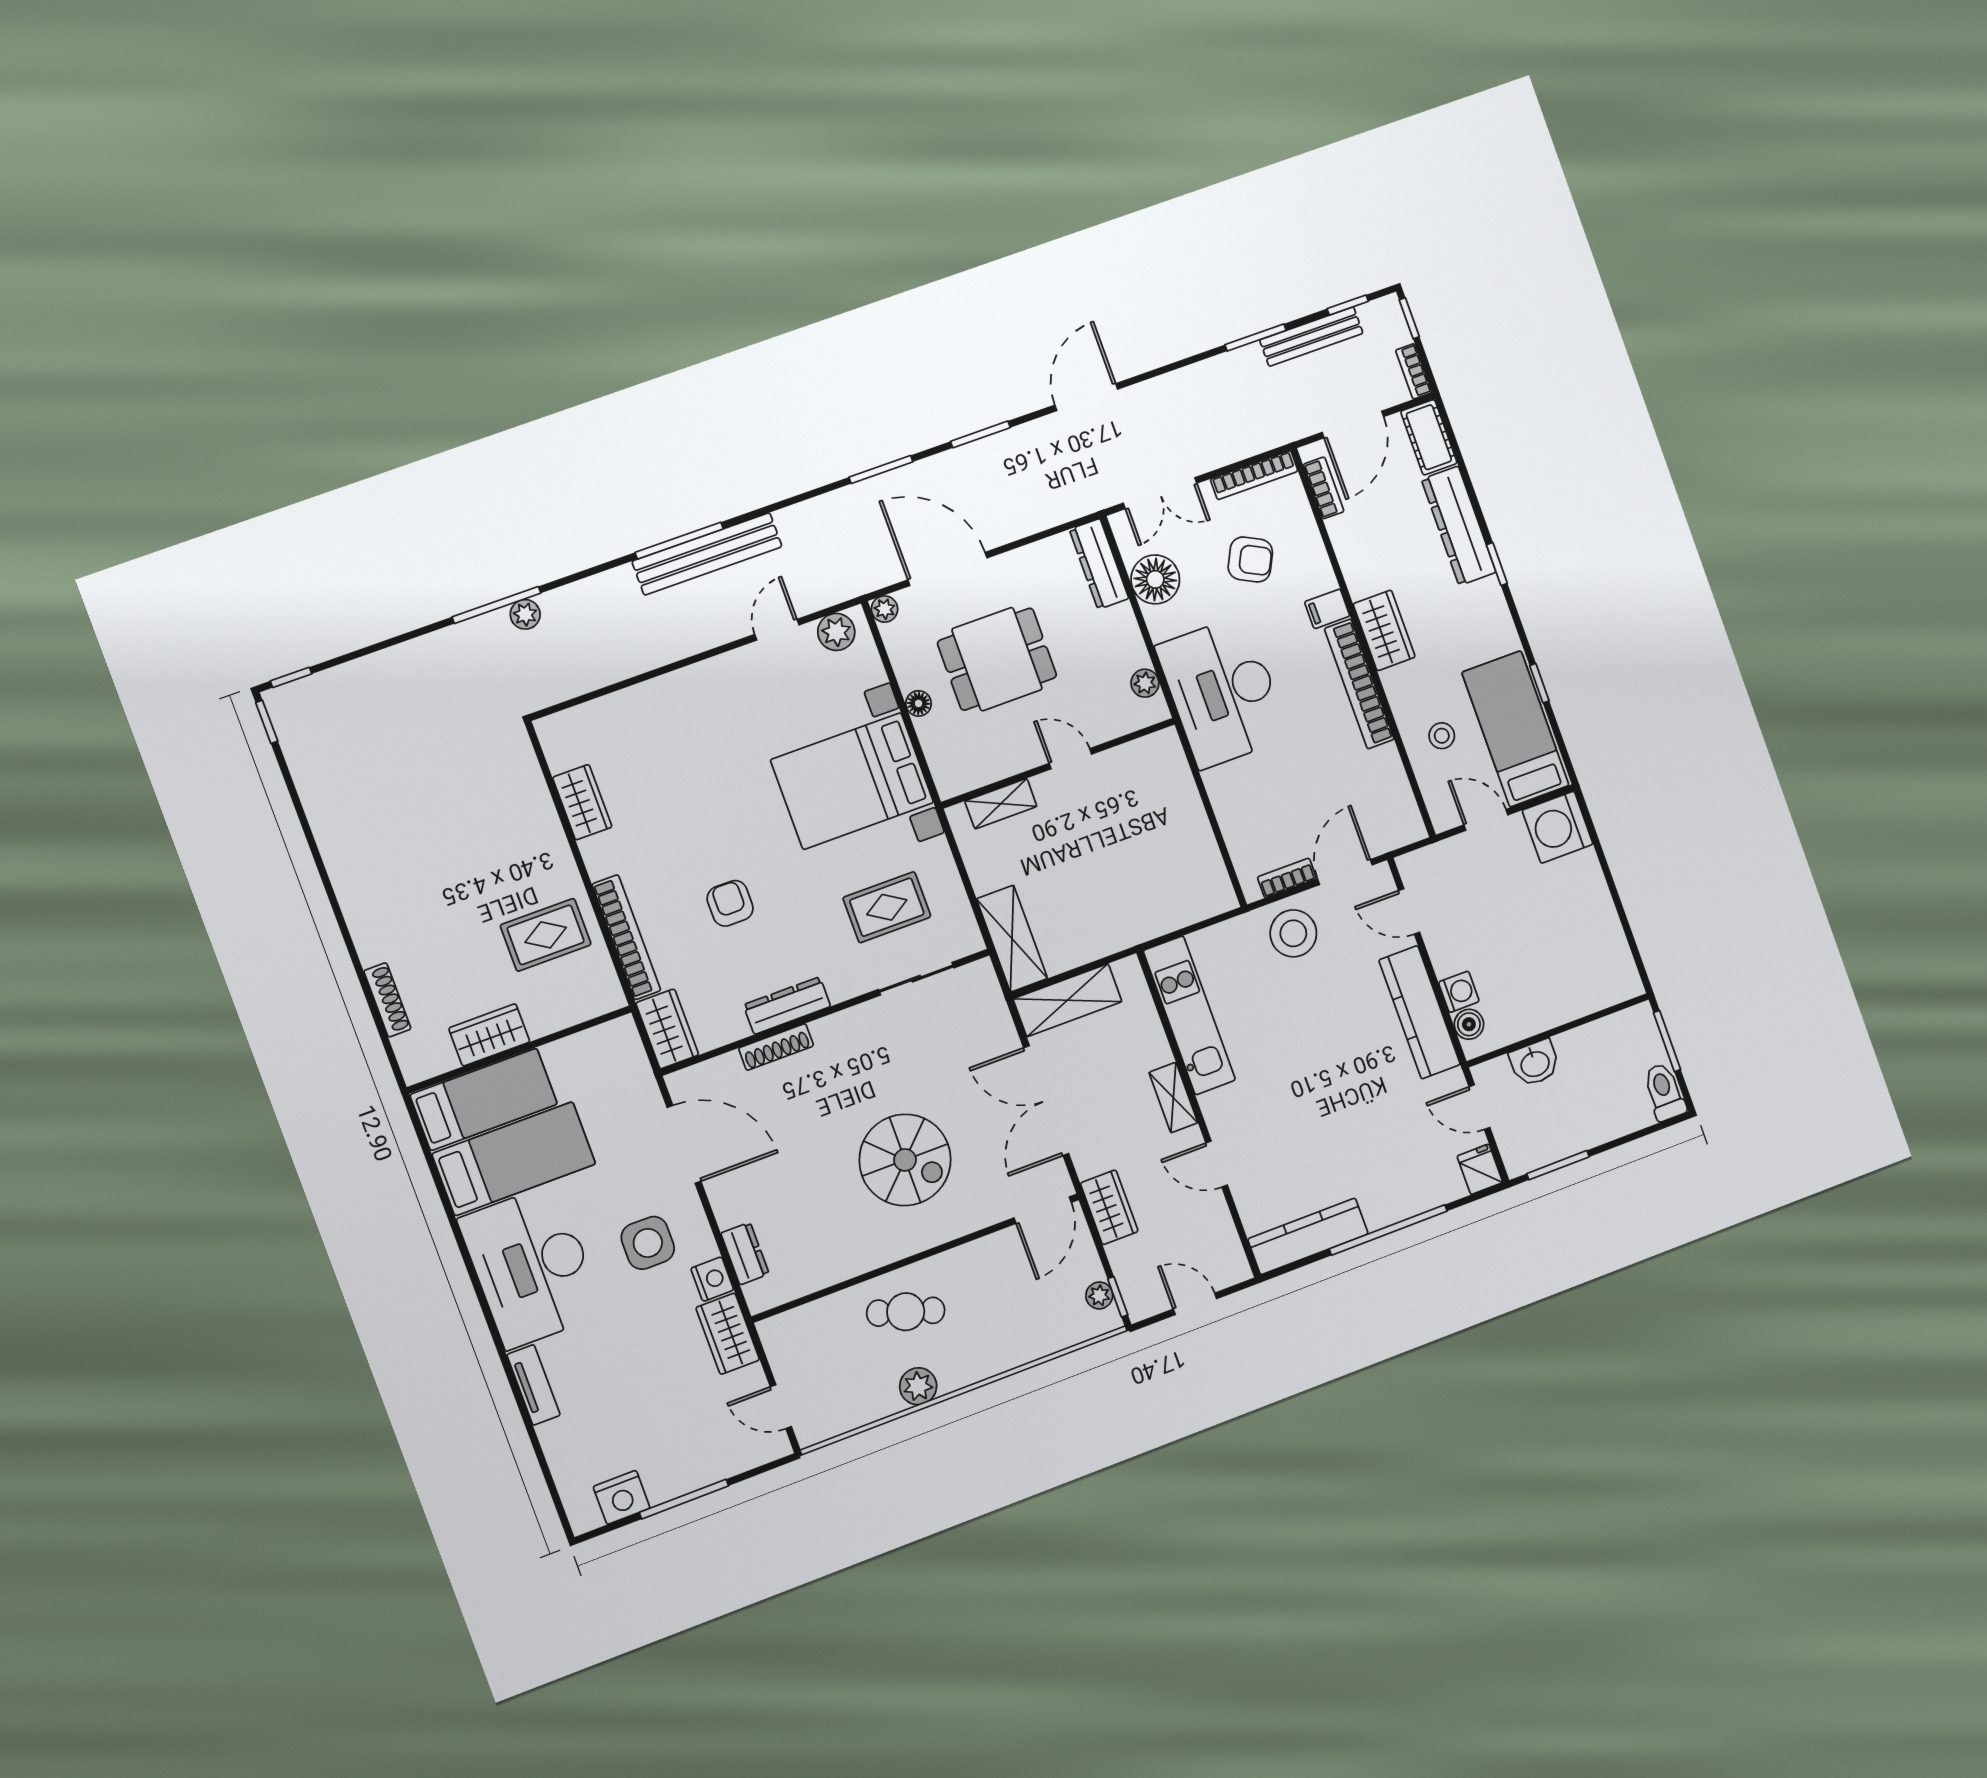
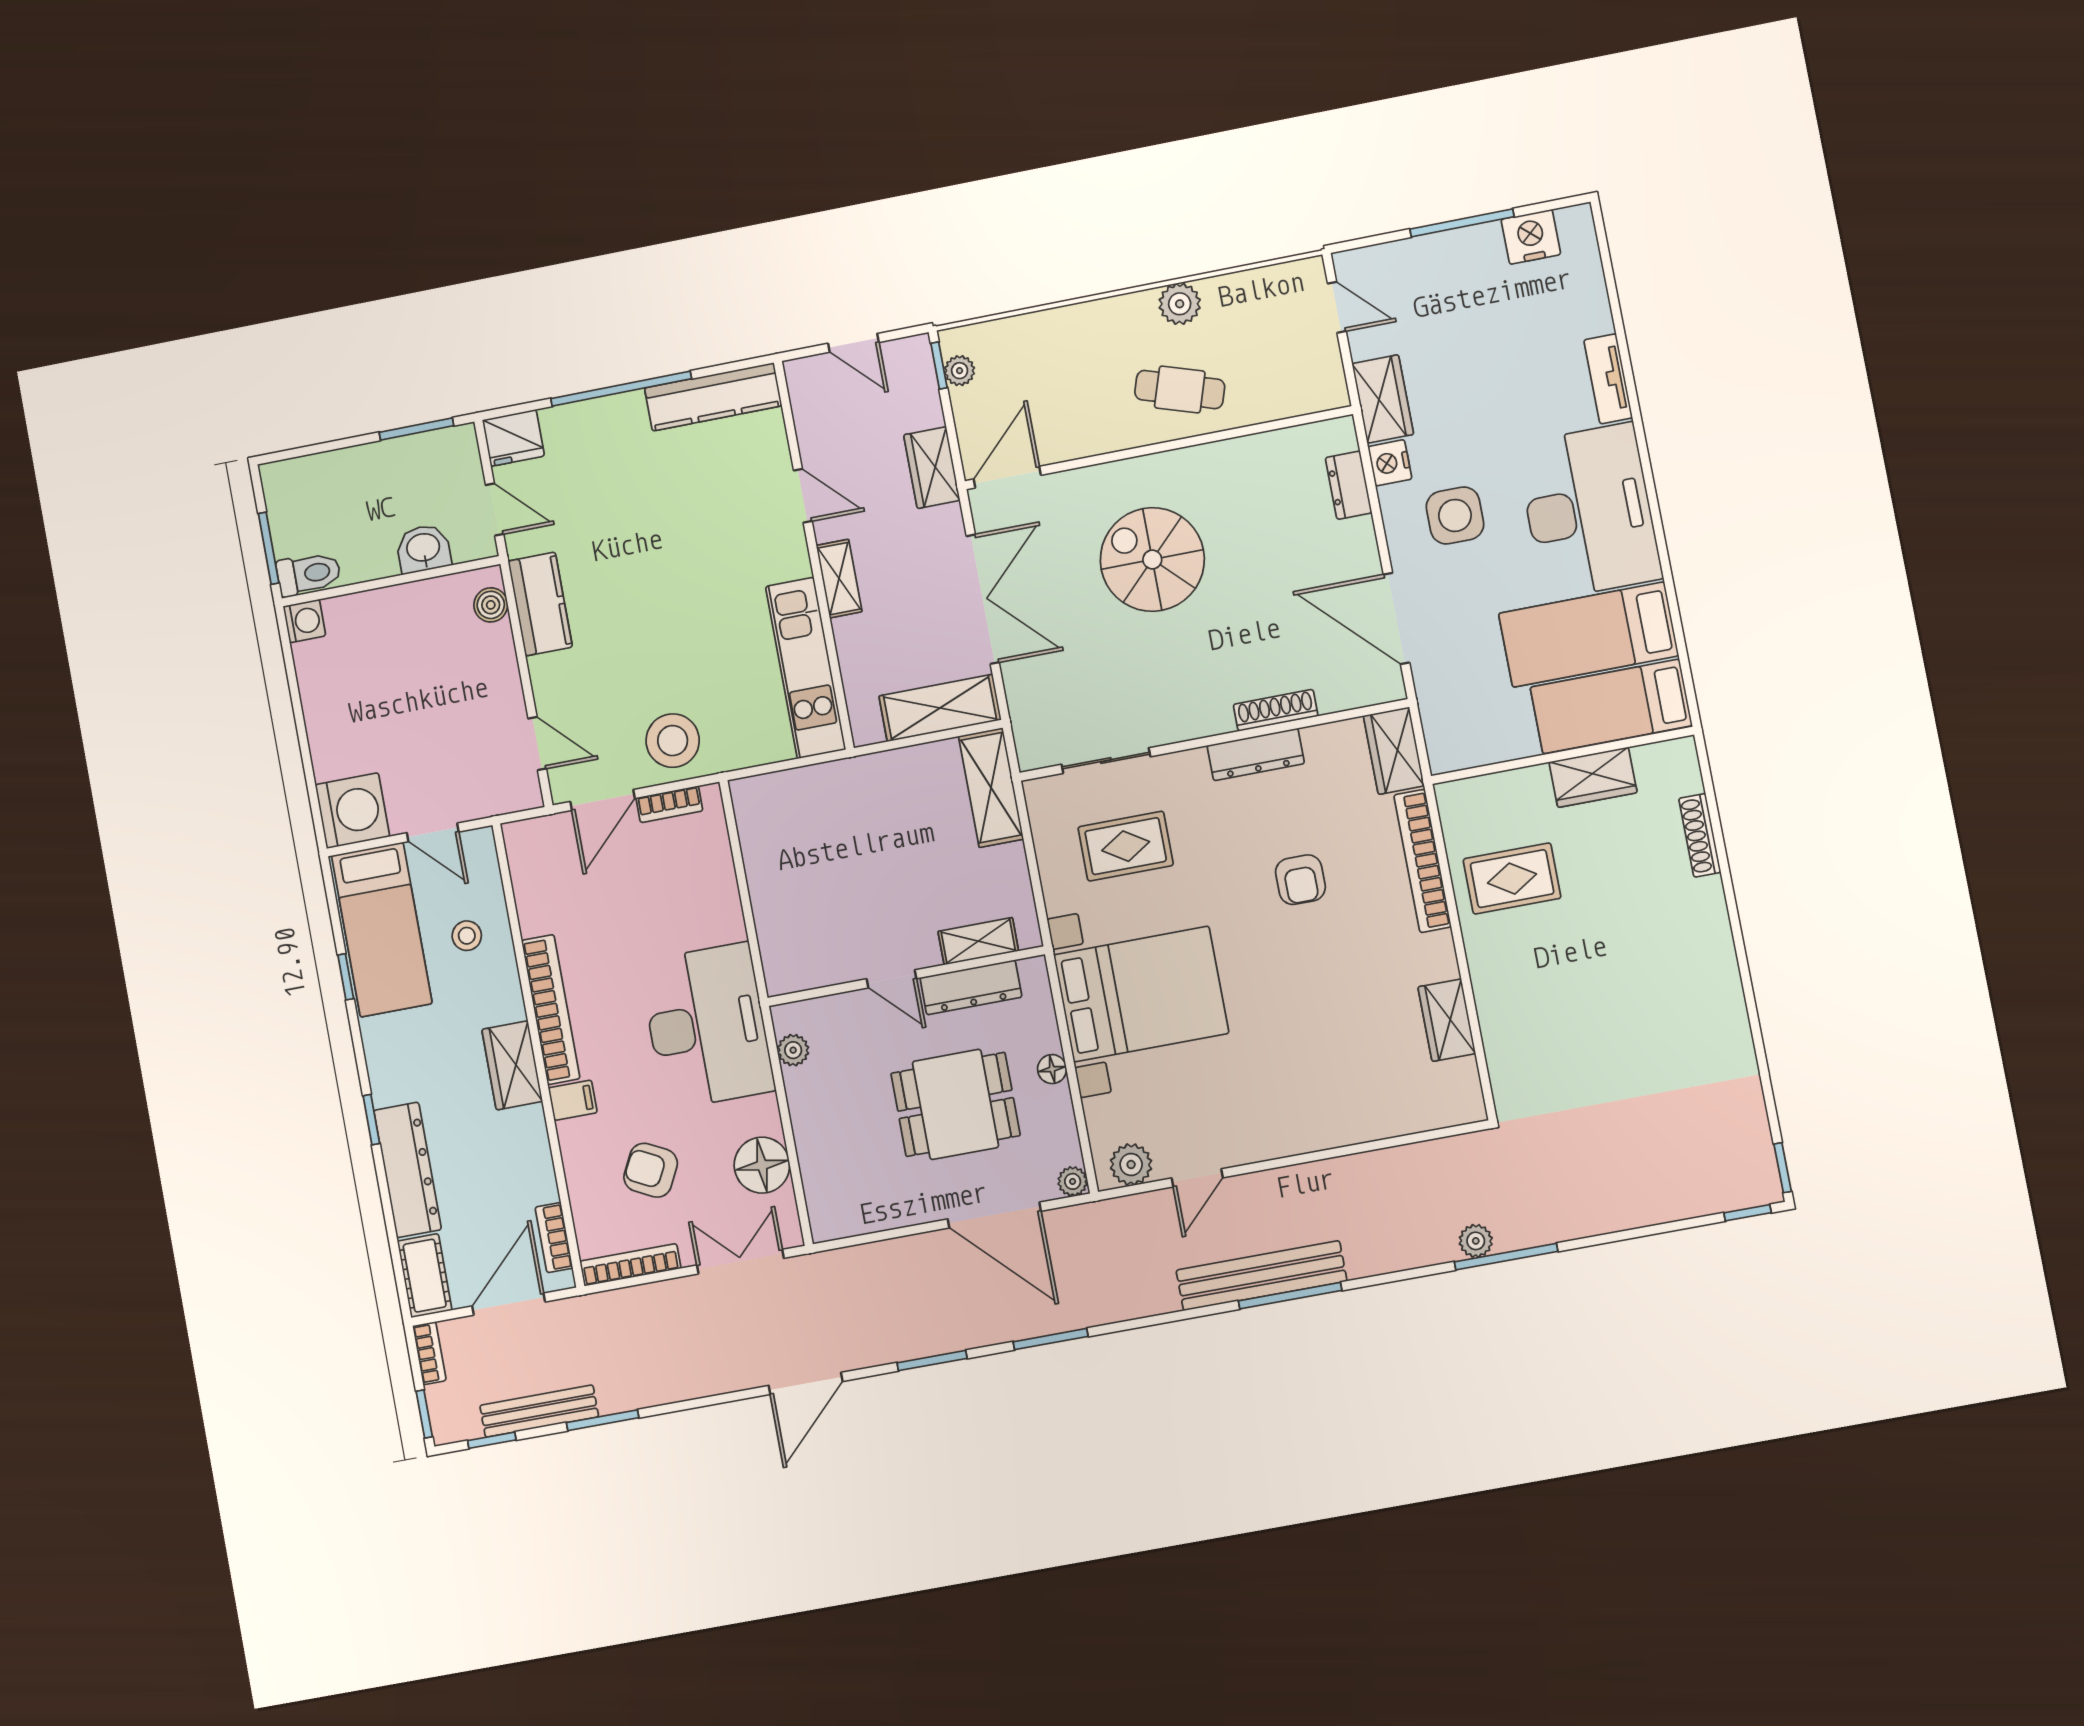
dresser: (1099, 564) -> (971, 987), moved, turned 90
washing machine: (1459, 992) -> (304, 621), moved, turned 180
kitchen counter: (1420, 1012) -> (540, 604), width x0.67
toilet: (1664, 1092) -> (309, 574), moved, turned -90
fridge: (1480, 1169) -> (513, 438), width x1.38

